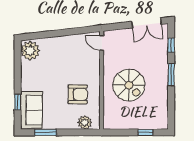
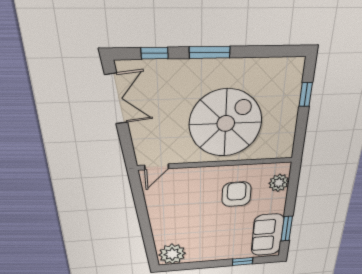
spiral stairs: (129, 85) -> (226, 123), width x1.37, depth x1.37
sofa: (31, 110) -> (267, 235), moved, turned -90

